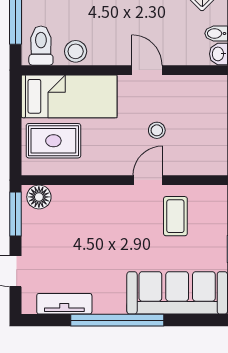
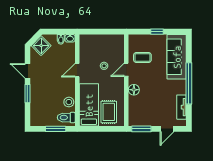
door: (148, 180) -> (126, 70), hinge flipped
floor lamp: (39, 197) -> (134, 90), moved

